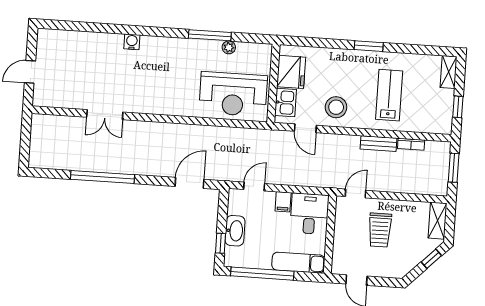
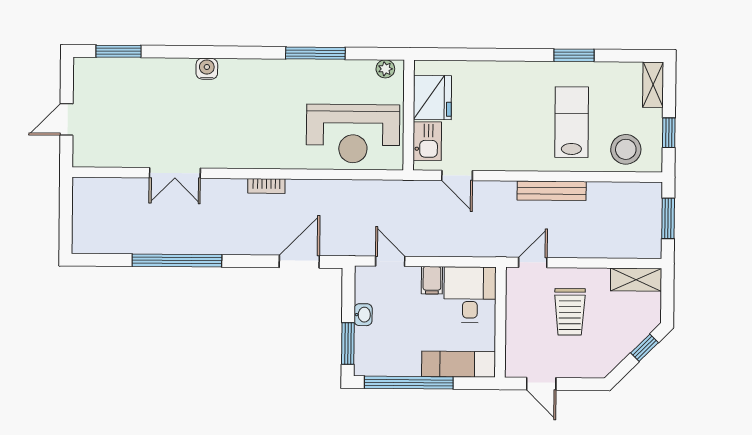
window: (70, 26) -> (119, 51), added
window: (369, 46) -> (574, 55), moved
plant: (229, 47) -> (385, 69), moved
stool: (336, 107) -> (626, 149), moved
bench: (378, 144) -> (552, 191), width x1.36
bookcase: (411, 144) -> (266, 186), moved
door: (254, 187) -> (390, 261), hinge flipped
shelving: (438, 221) -> (636, 280), moved, turned 90
washbasin: (235, 231) -> (363, 315), width x0.52, depth x0.69
window: (221, 243) -> (348, 343), width x1.50

